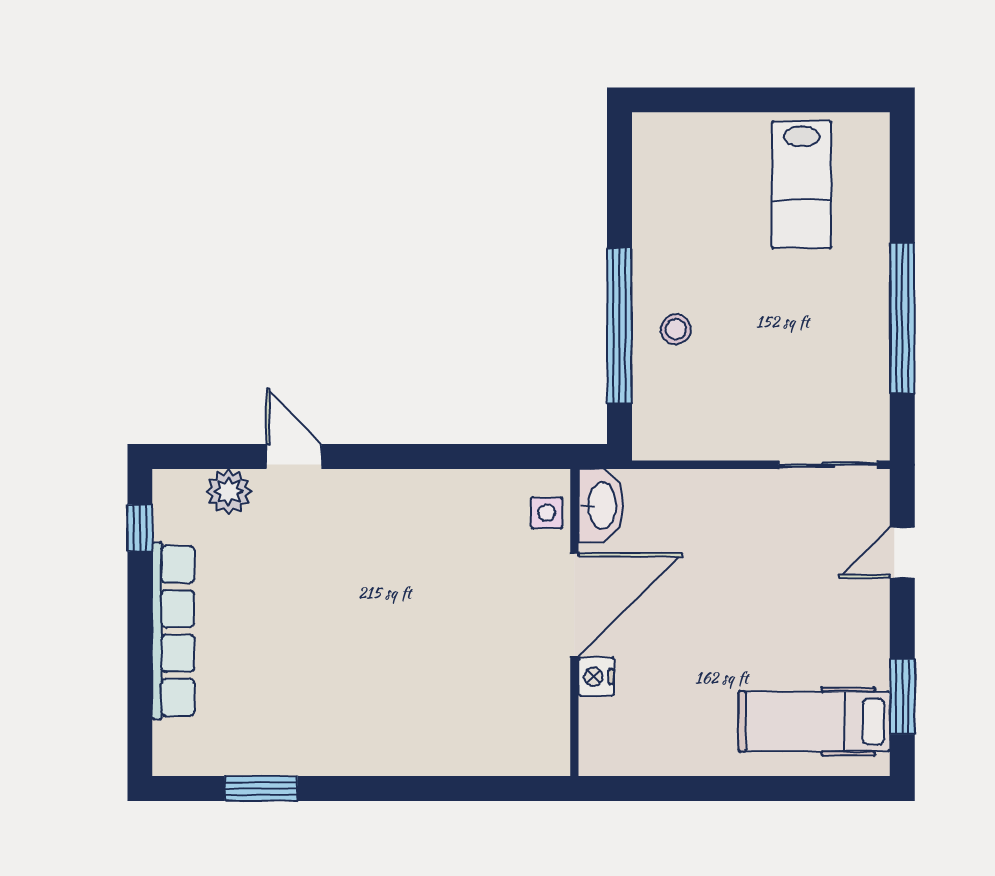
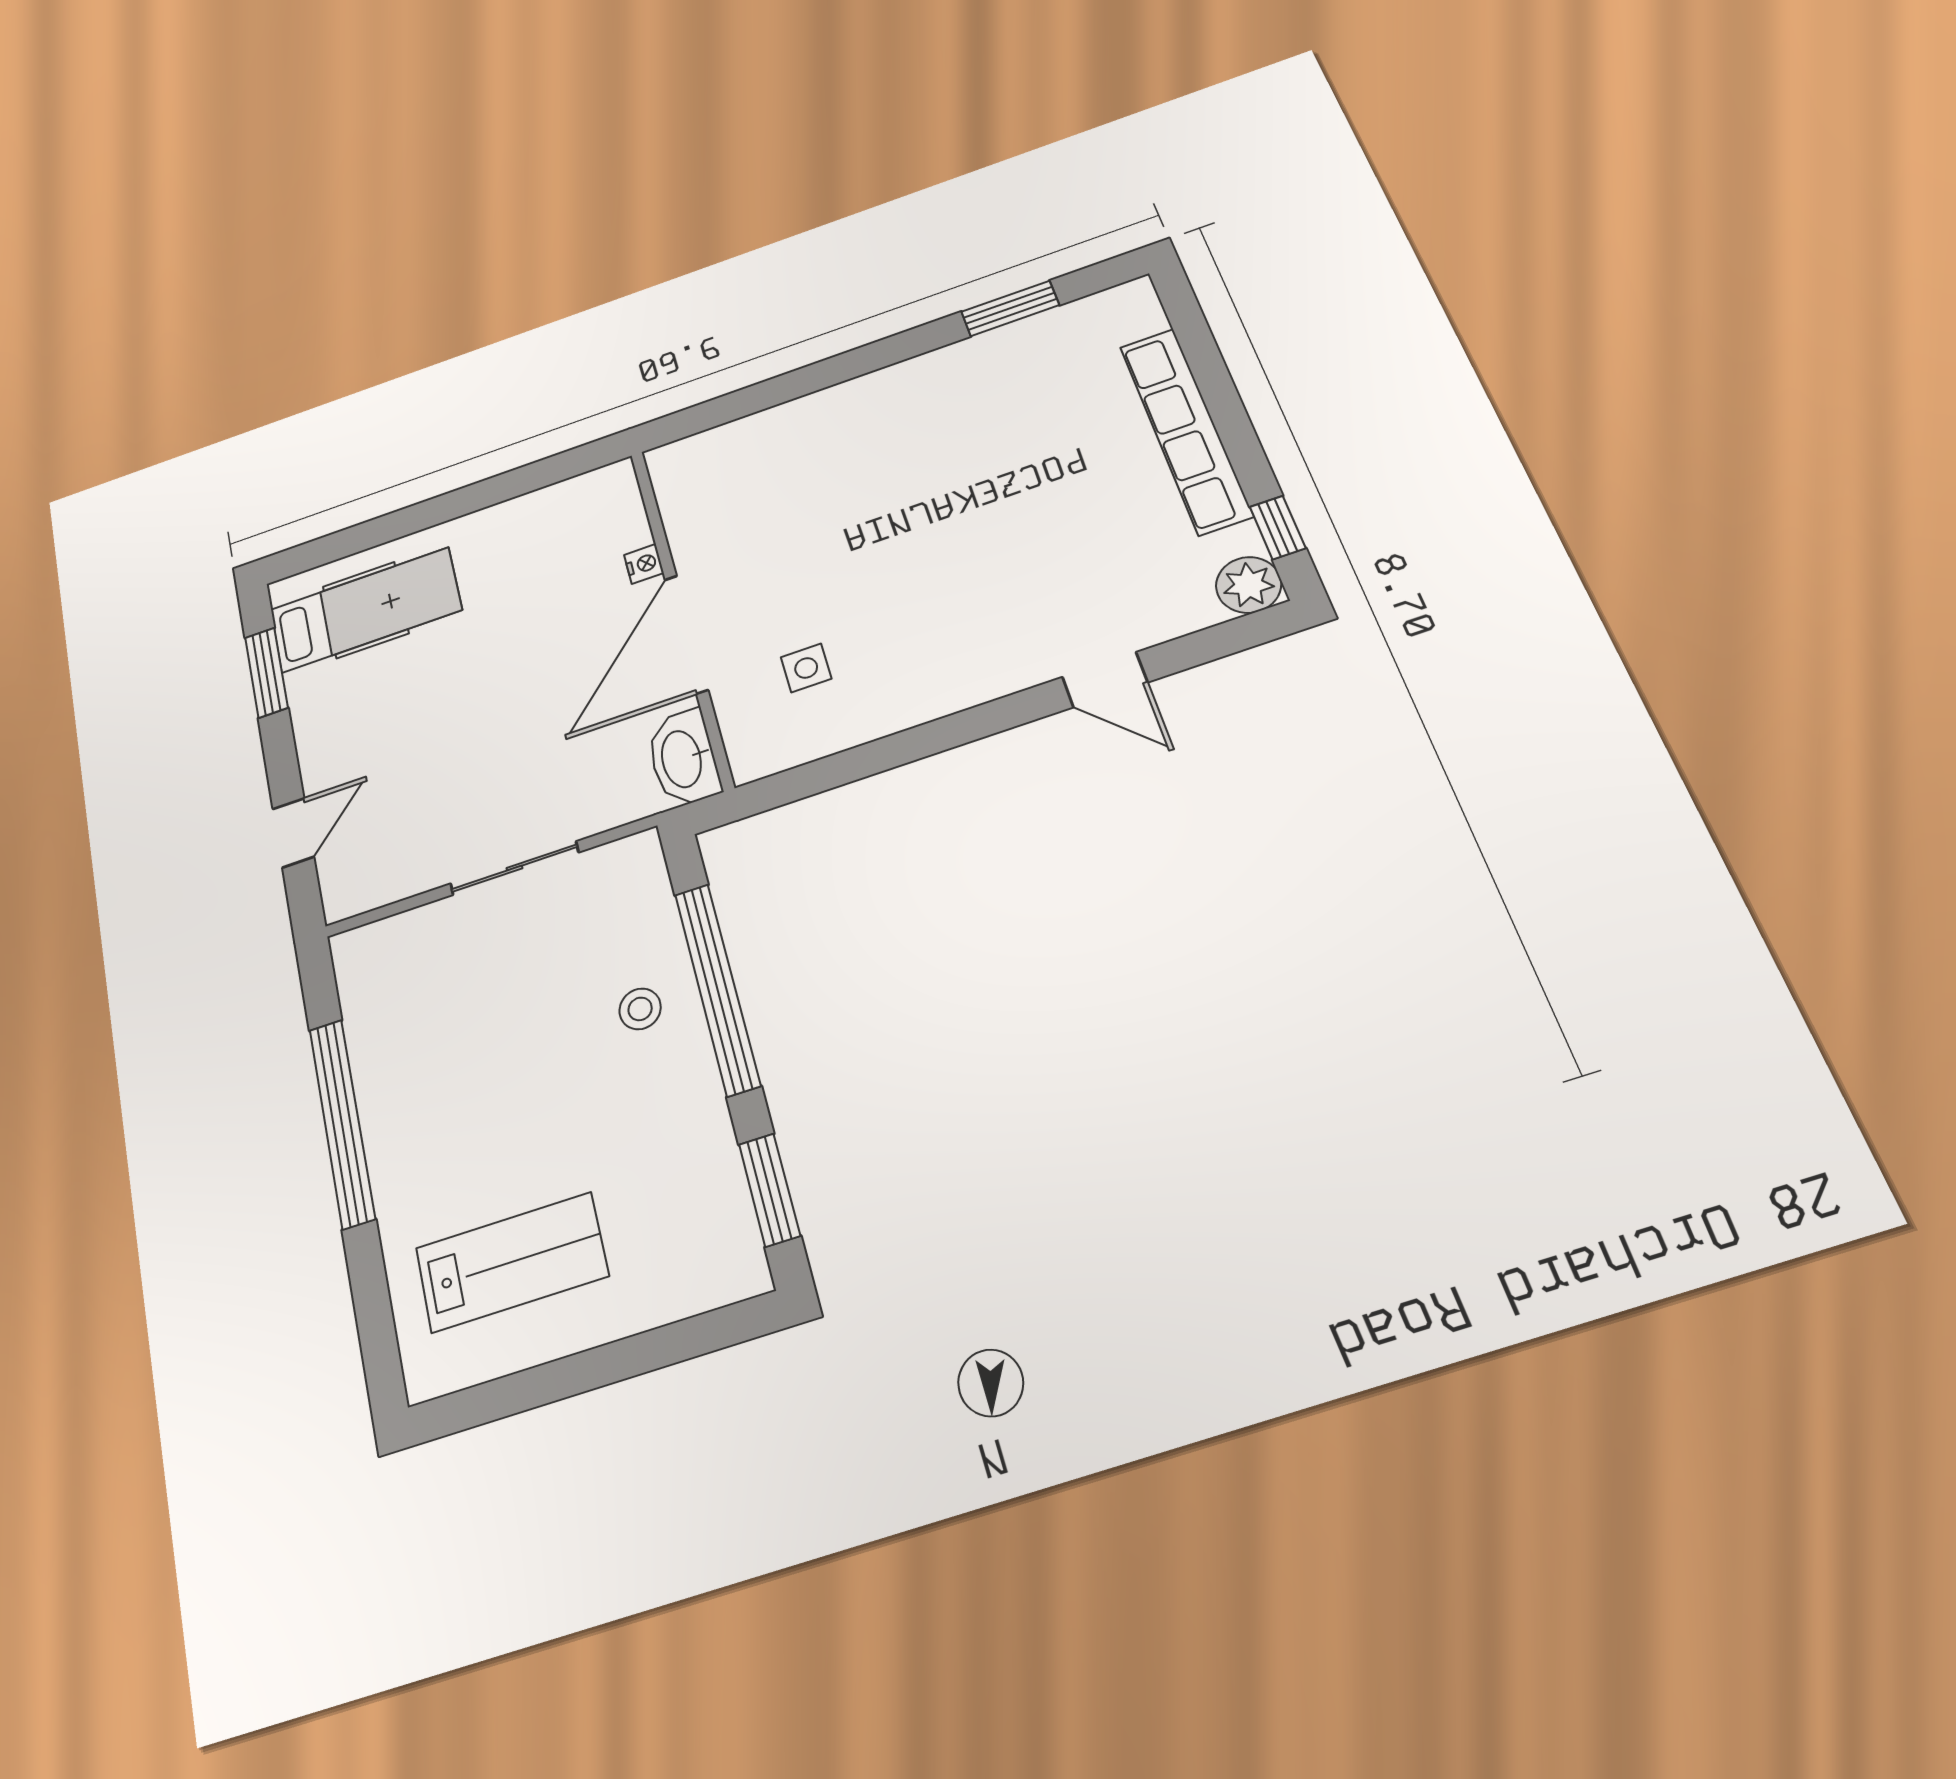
window: (619, 178) -> (769, 1190), added
lab bench: (802, 185) -> (512, 1262), turned 90
sliding door: (828, 465) -> (514, 868), moved
plant: (229, 491) -> (1249, 585), moved
side table: (547, 513) -> (806, 668), moved
nightstand: (596, 677) -> (644, 564), width x0.72, depth x0.74

